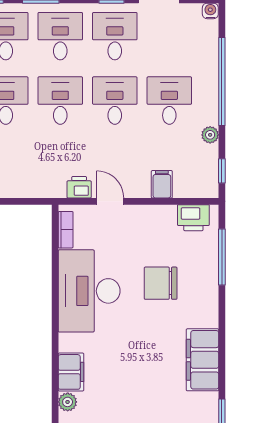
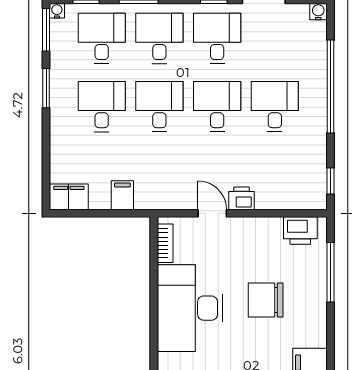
plant: (210, 135) -> (318, 143), removed
filing cabinet: (162, 184) -> (122, 195), moved
printer: (79, 187) -> (241, 198), moved

